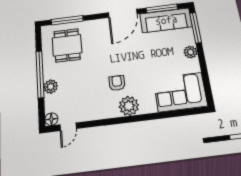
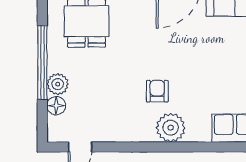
floor lamp: (51, 119) -> (56, 106), moved

